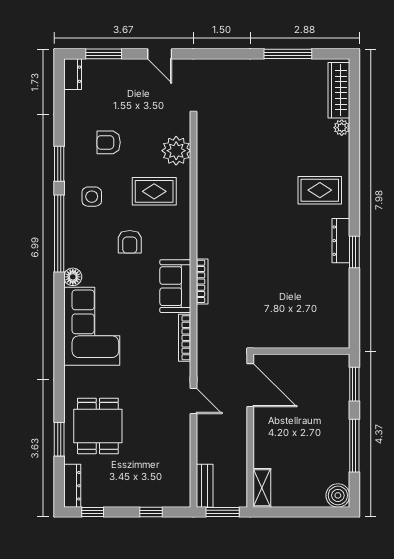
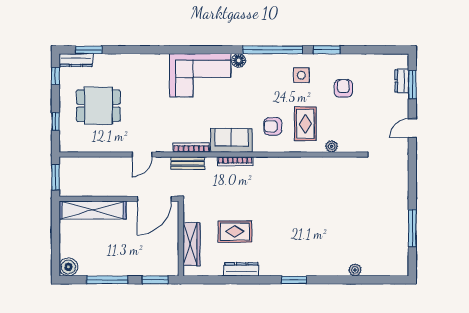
dresser: (73, 74) -> (402, 81), moved, turned 90
wardrobe: (339, 90) -> (191, 244), moved, turned 90
plant: (176, 151) -> (332, 146), width x0.53, depth x0.53
rug: (320, 190) -> (235, 232), moved, turned 90
dresser: (341, 241) -> (241, 269), moved
armchair: (130, 242) -> (273, 126), moved
window: (354, 252) -> (294, 280), moved
dining table: (98, 426) -> (98, 106), moved
window: (59, 439) -> (89, 50), moved
bench: (205, 486) -> (188, 163), moved
shelving: (262, 488) -> (93, 210), width x2.20, depth x1.33

